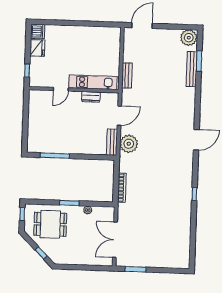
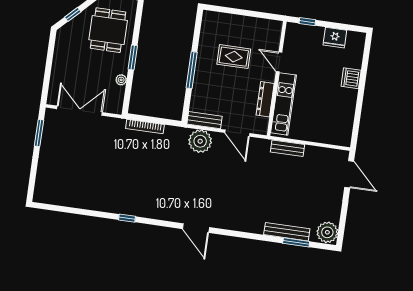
dishwasher: (38, 31) -> (351, 78), moved, turned 90
dresser: (91, 97) -> (265, 99), width x1.44
rug: (60, 125) -> (234, 57), added
window: (55, 156) -> (192, 70), moved

